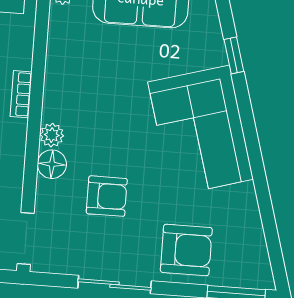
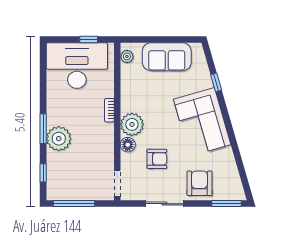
plant: (52, 135) -> (132, 124), width x1.88, depth x1.88
armchair: (186, 250) -> (199, 183), turned -90

